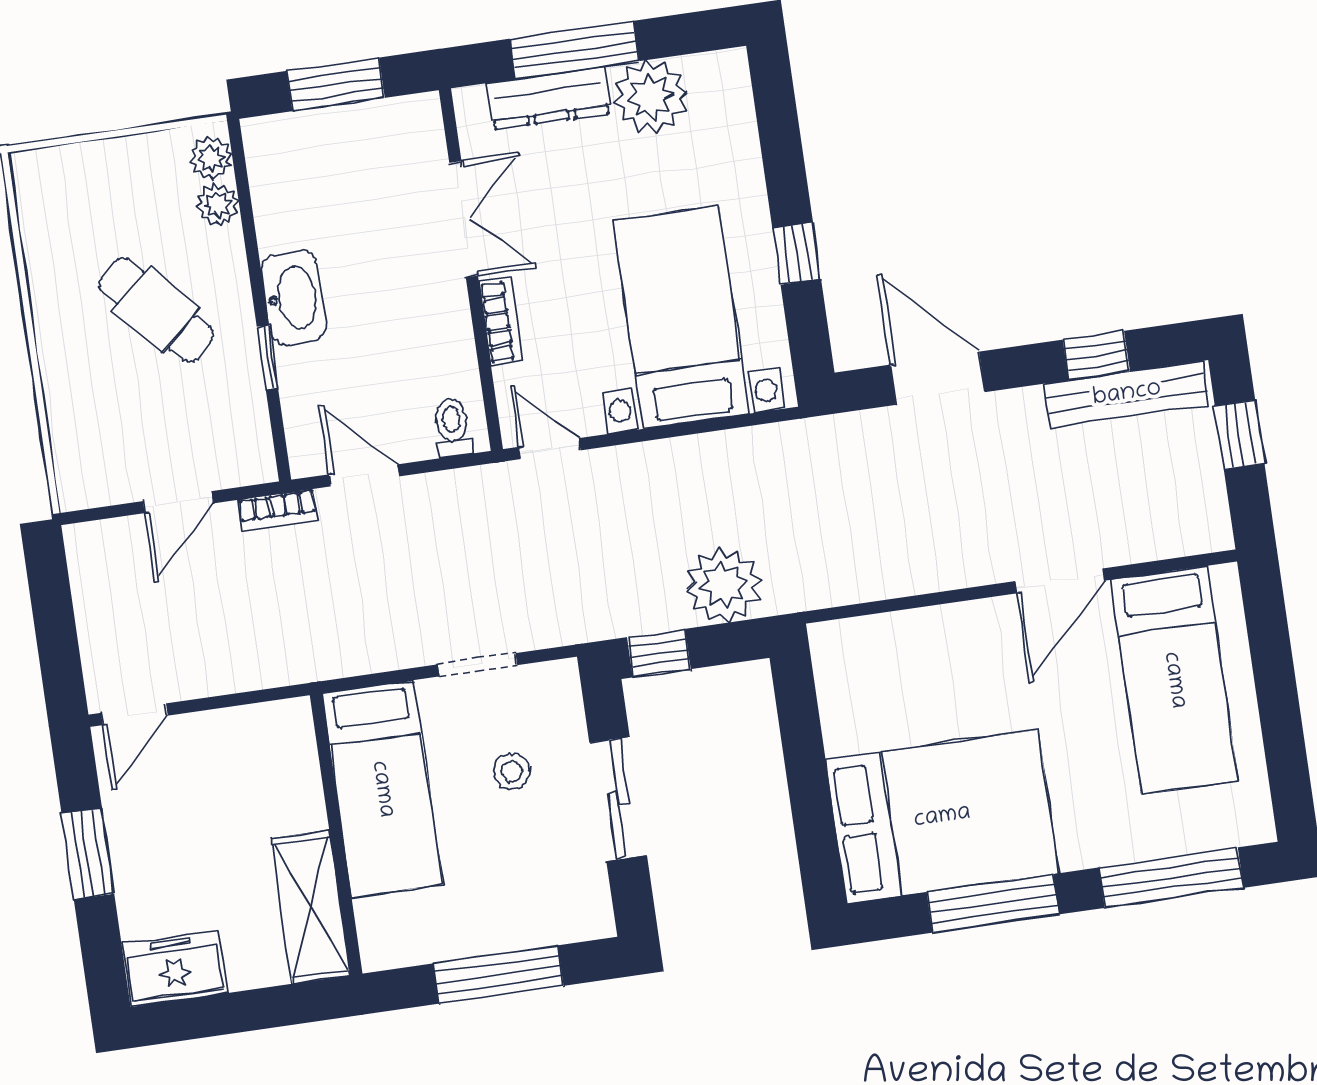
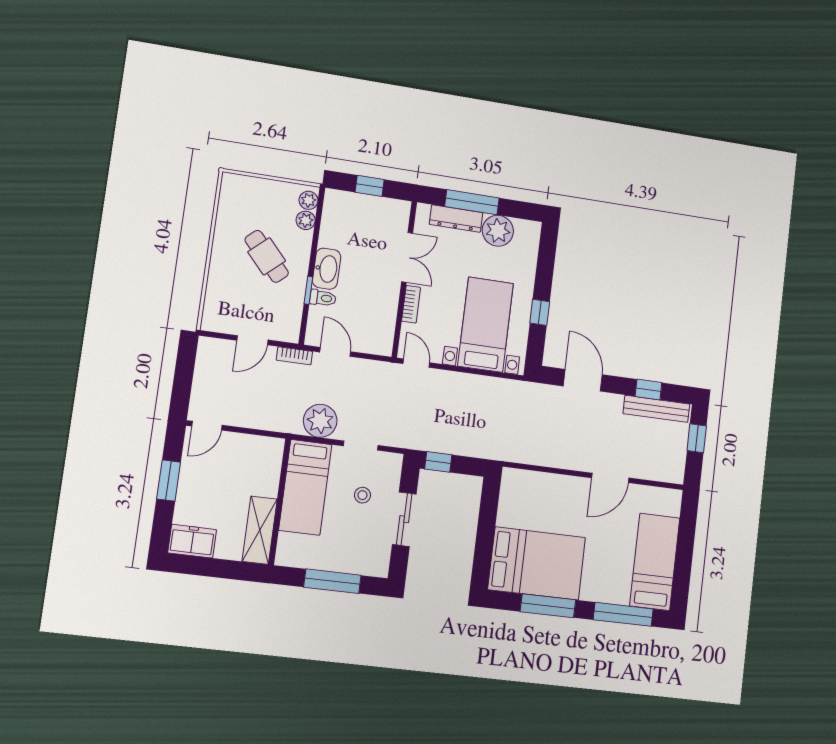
window: (336, 84) -> (370, 186), width x0.67
toilet: (452, 427) -> (323, 298), moved, turned 90
plant: (724, 585) -> (320, 421), moved
bed: (1174, 680) -> (655, 562), moved, turned 180

